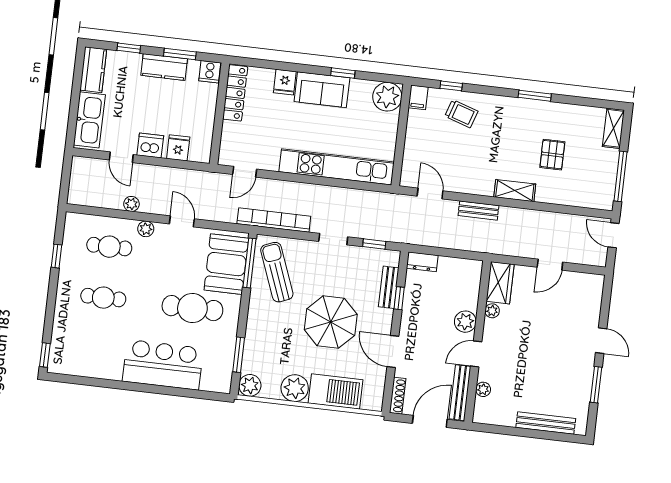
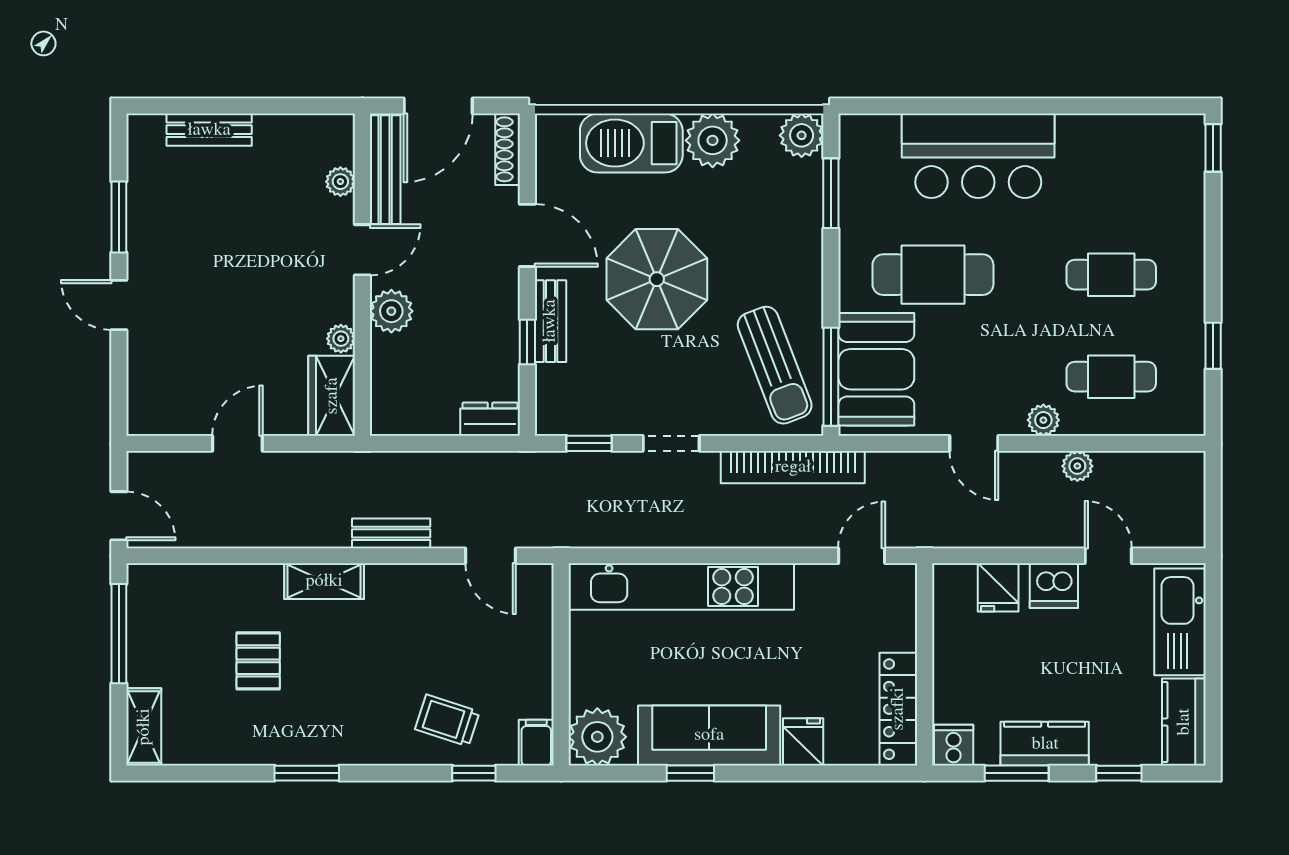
sofa: (322, 90) -> (709, 735), width x1.36
bench: (389, 287) -> (550, 321), moved
bench: (546, 423) -> (209, 130), width x0.73

